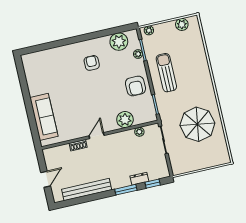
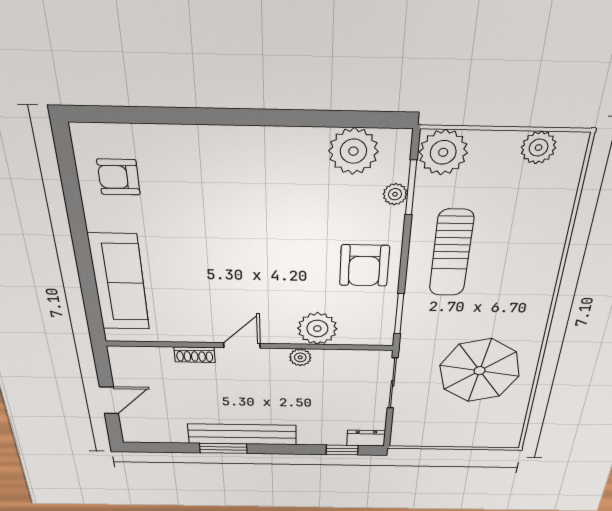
plant: (149, 30) -> (443, 152), width x1.87, depth x1.87
armchair: (92, 63) -> (119, 177), moved, turned -90
sun lounger: (166, 73) -> (451, 253), turned 180
plant: (139, 132) -> (300, 357), moved
dresser: (139, 179) -> (366, 438), moved
bench: (87, 190) -> (242, 434), moved
window: (126, 190) -> (223, 448), moved

